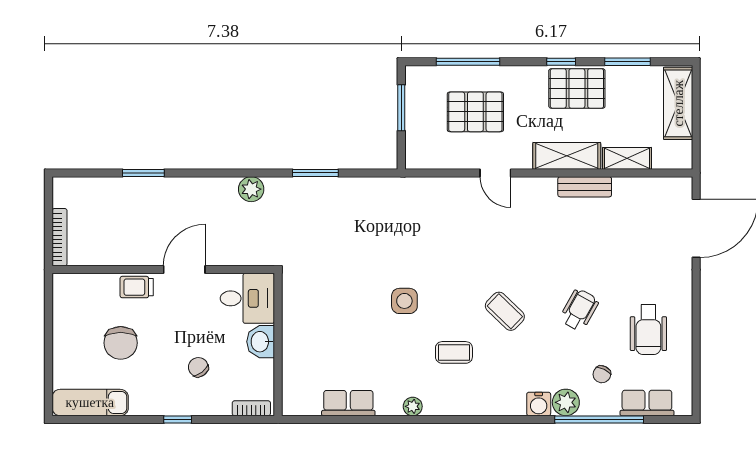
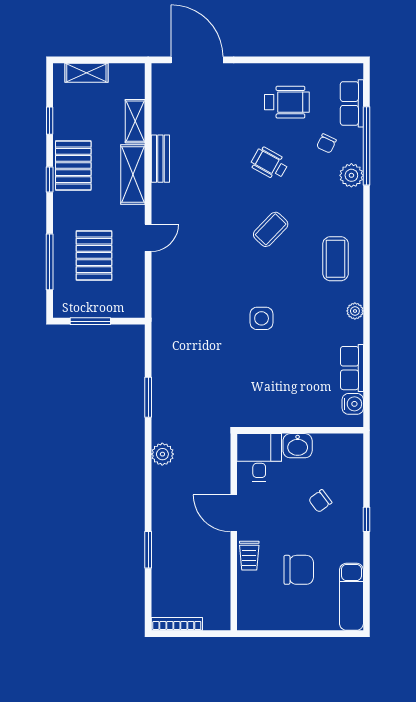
window: (628, 62) -> (50, 121), width x0.67
shelving: (678, 103) -> (86, 73), width x0.67, depth x0.75
bookcase: (60, 237) -> (177, 624), moved
coffee table: (454, 352) -> (336, 259), moved, width x1.36, depth x1.30
chair: (602, 374) -> (326, 143), turned 89
water cooler: (539, 404) -> (353, 404), moved
bookcase: (251, 408) -> (357, 454), removed

